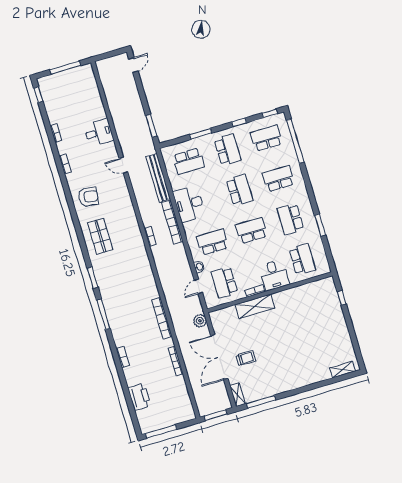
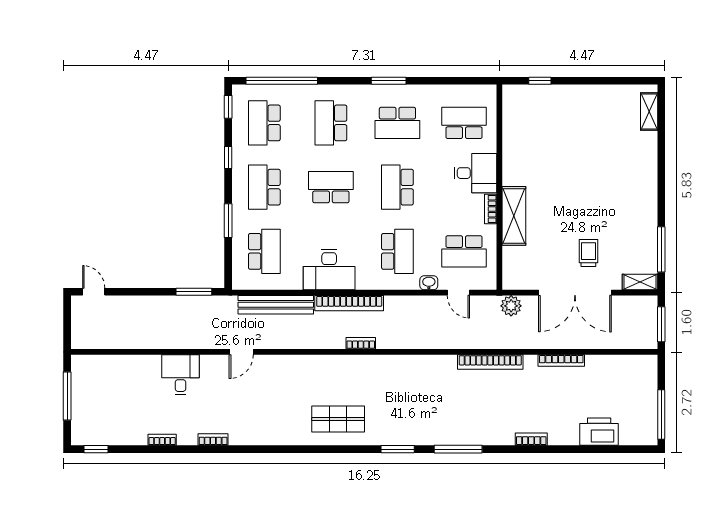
school desk: (228, 150) -> (264, 187), turned -90
armchair: (88, 197) -> (273, 419), removed
window: (320, 225) -> (389, 81), moved
school desk: (212, 242) -> (397, 251), turned 180

